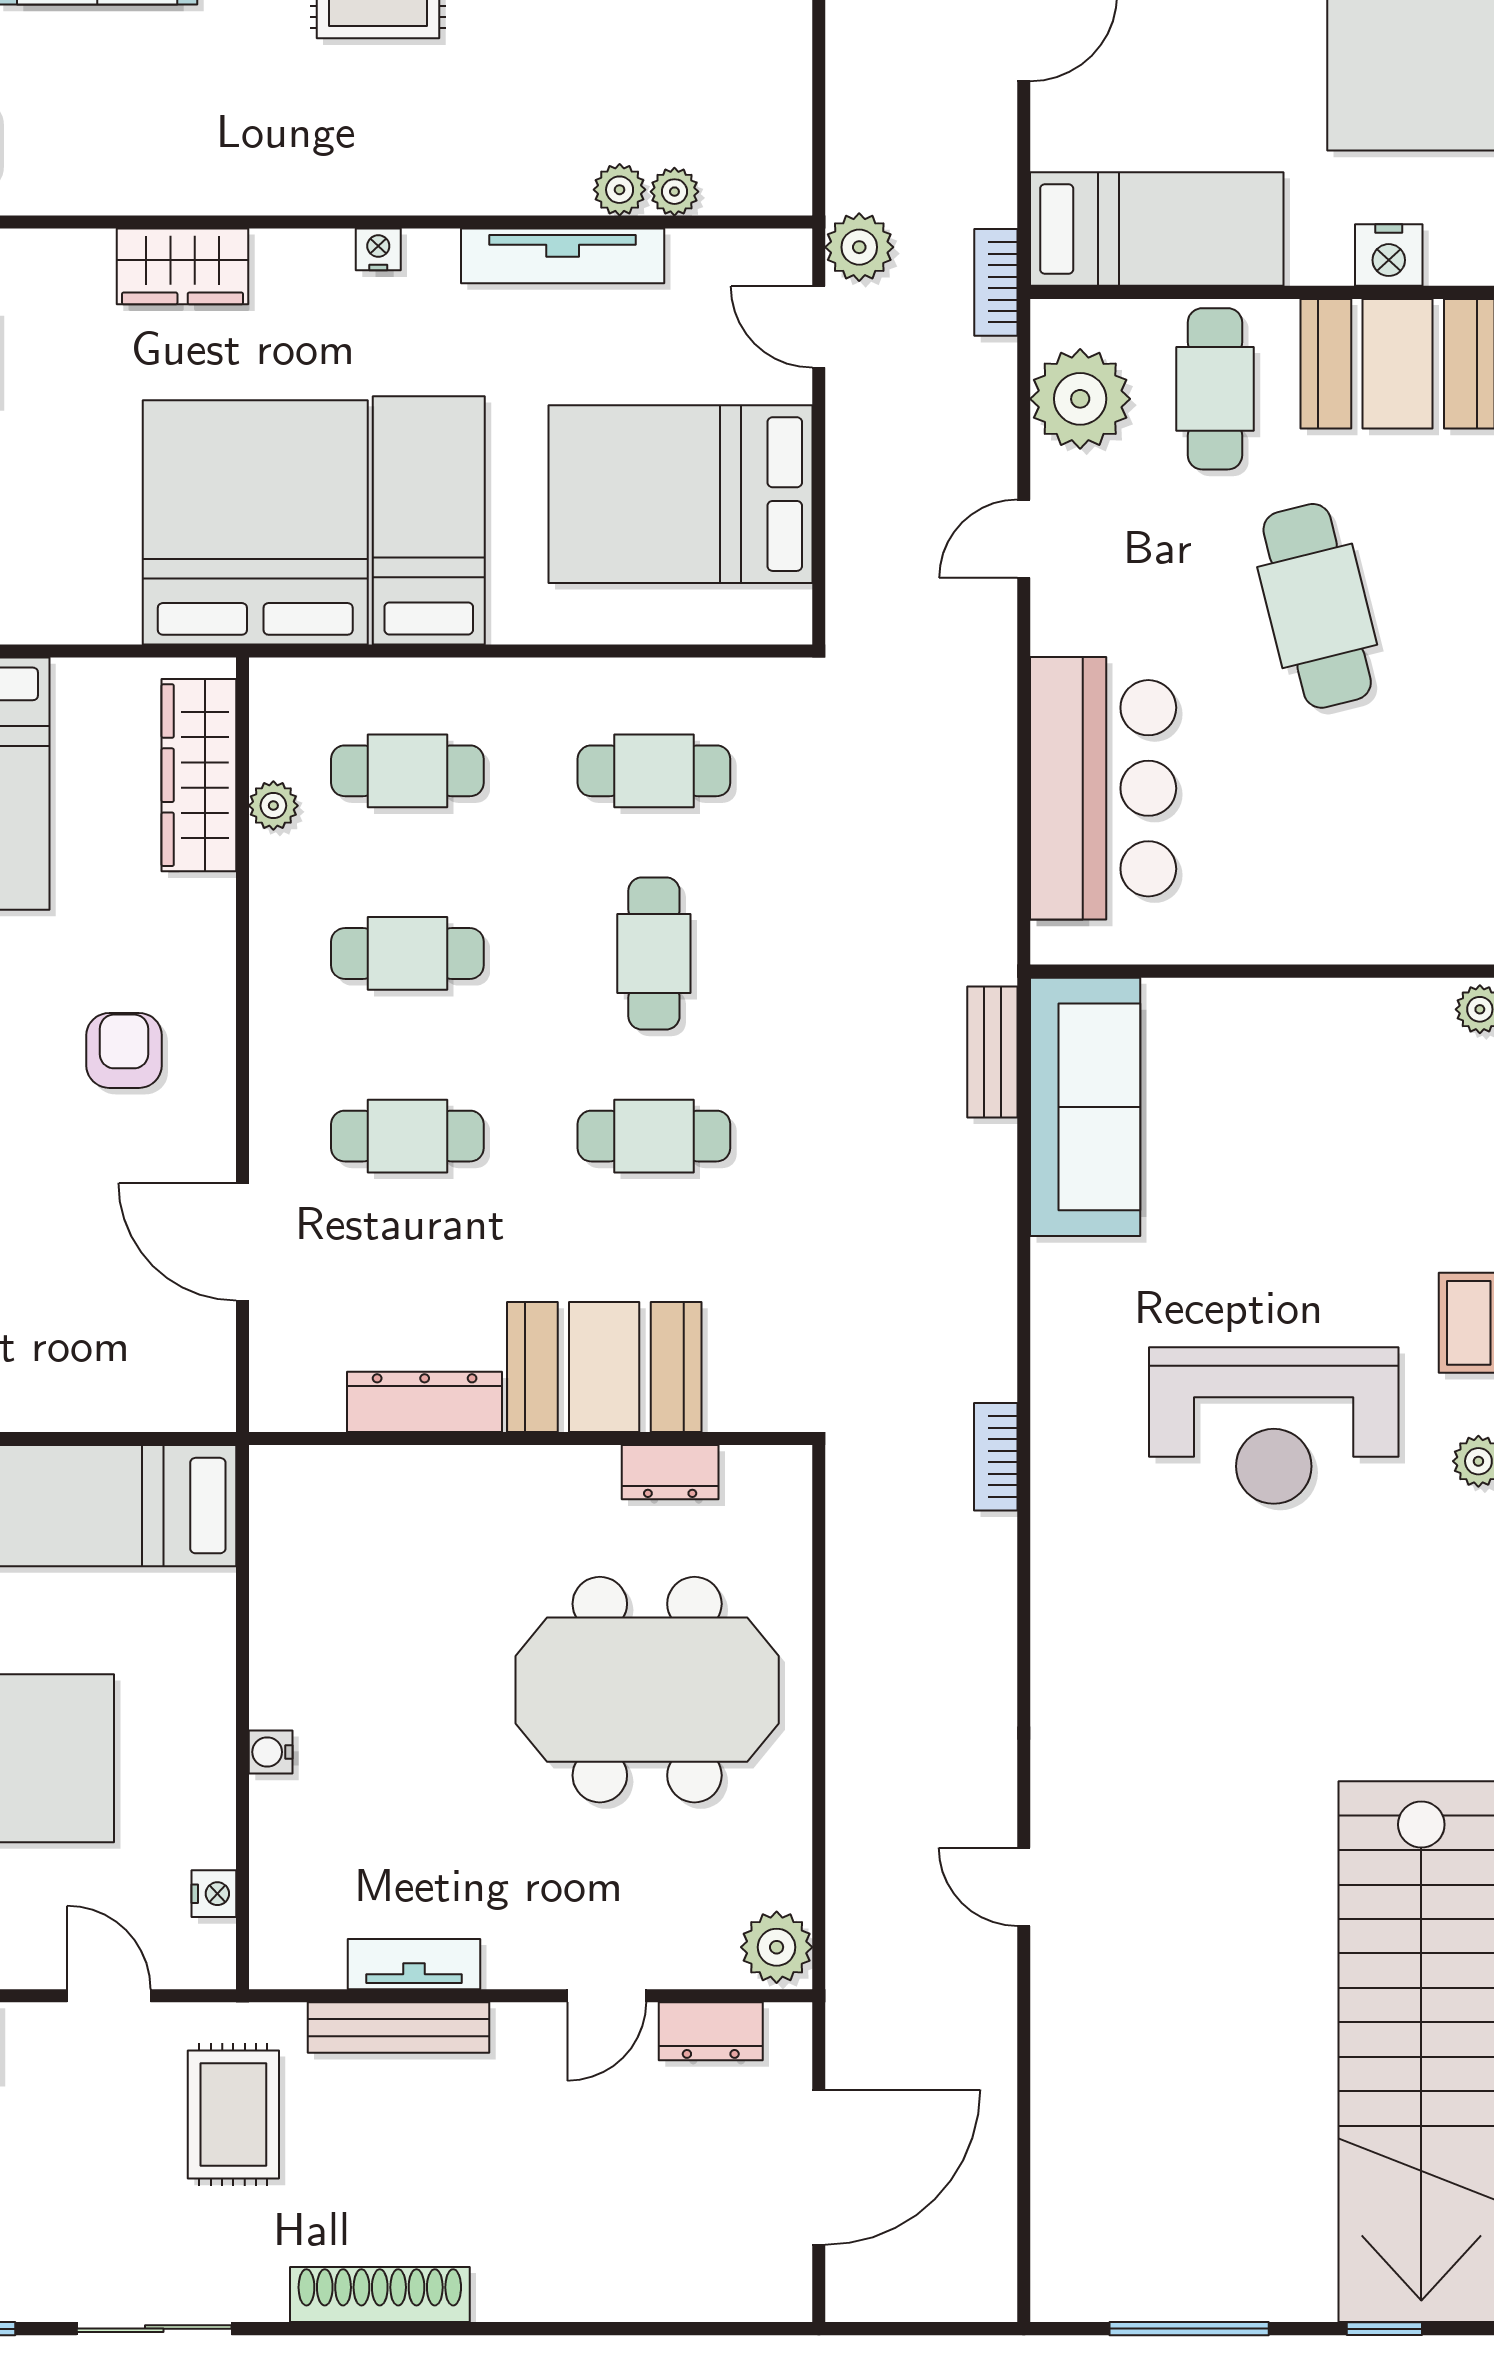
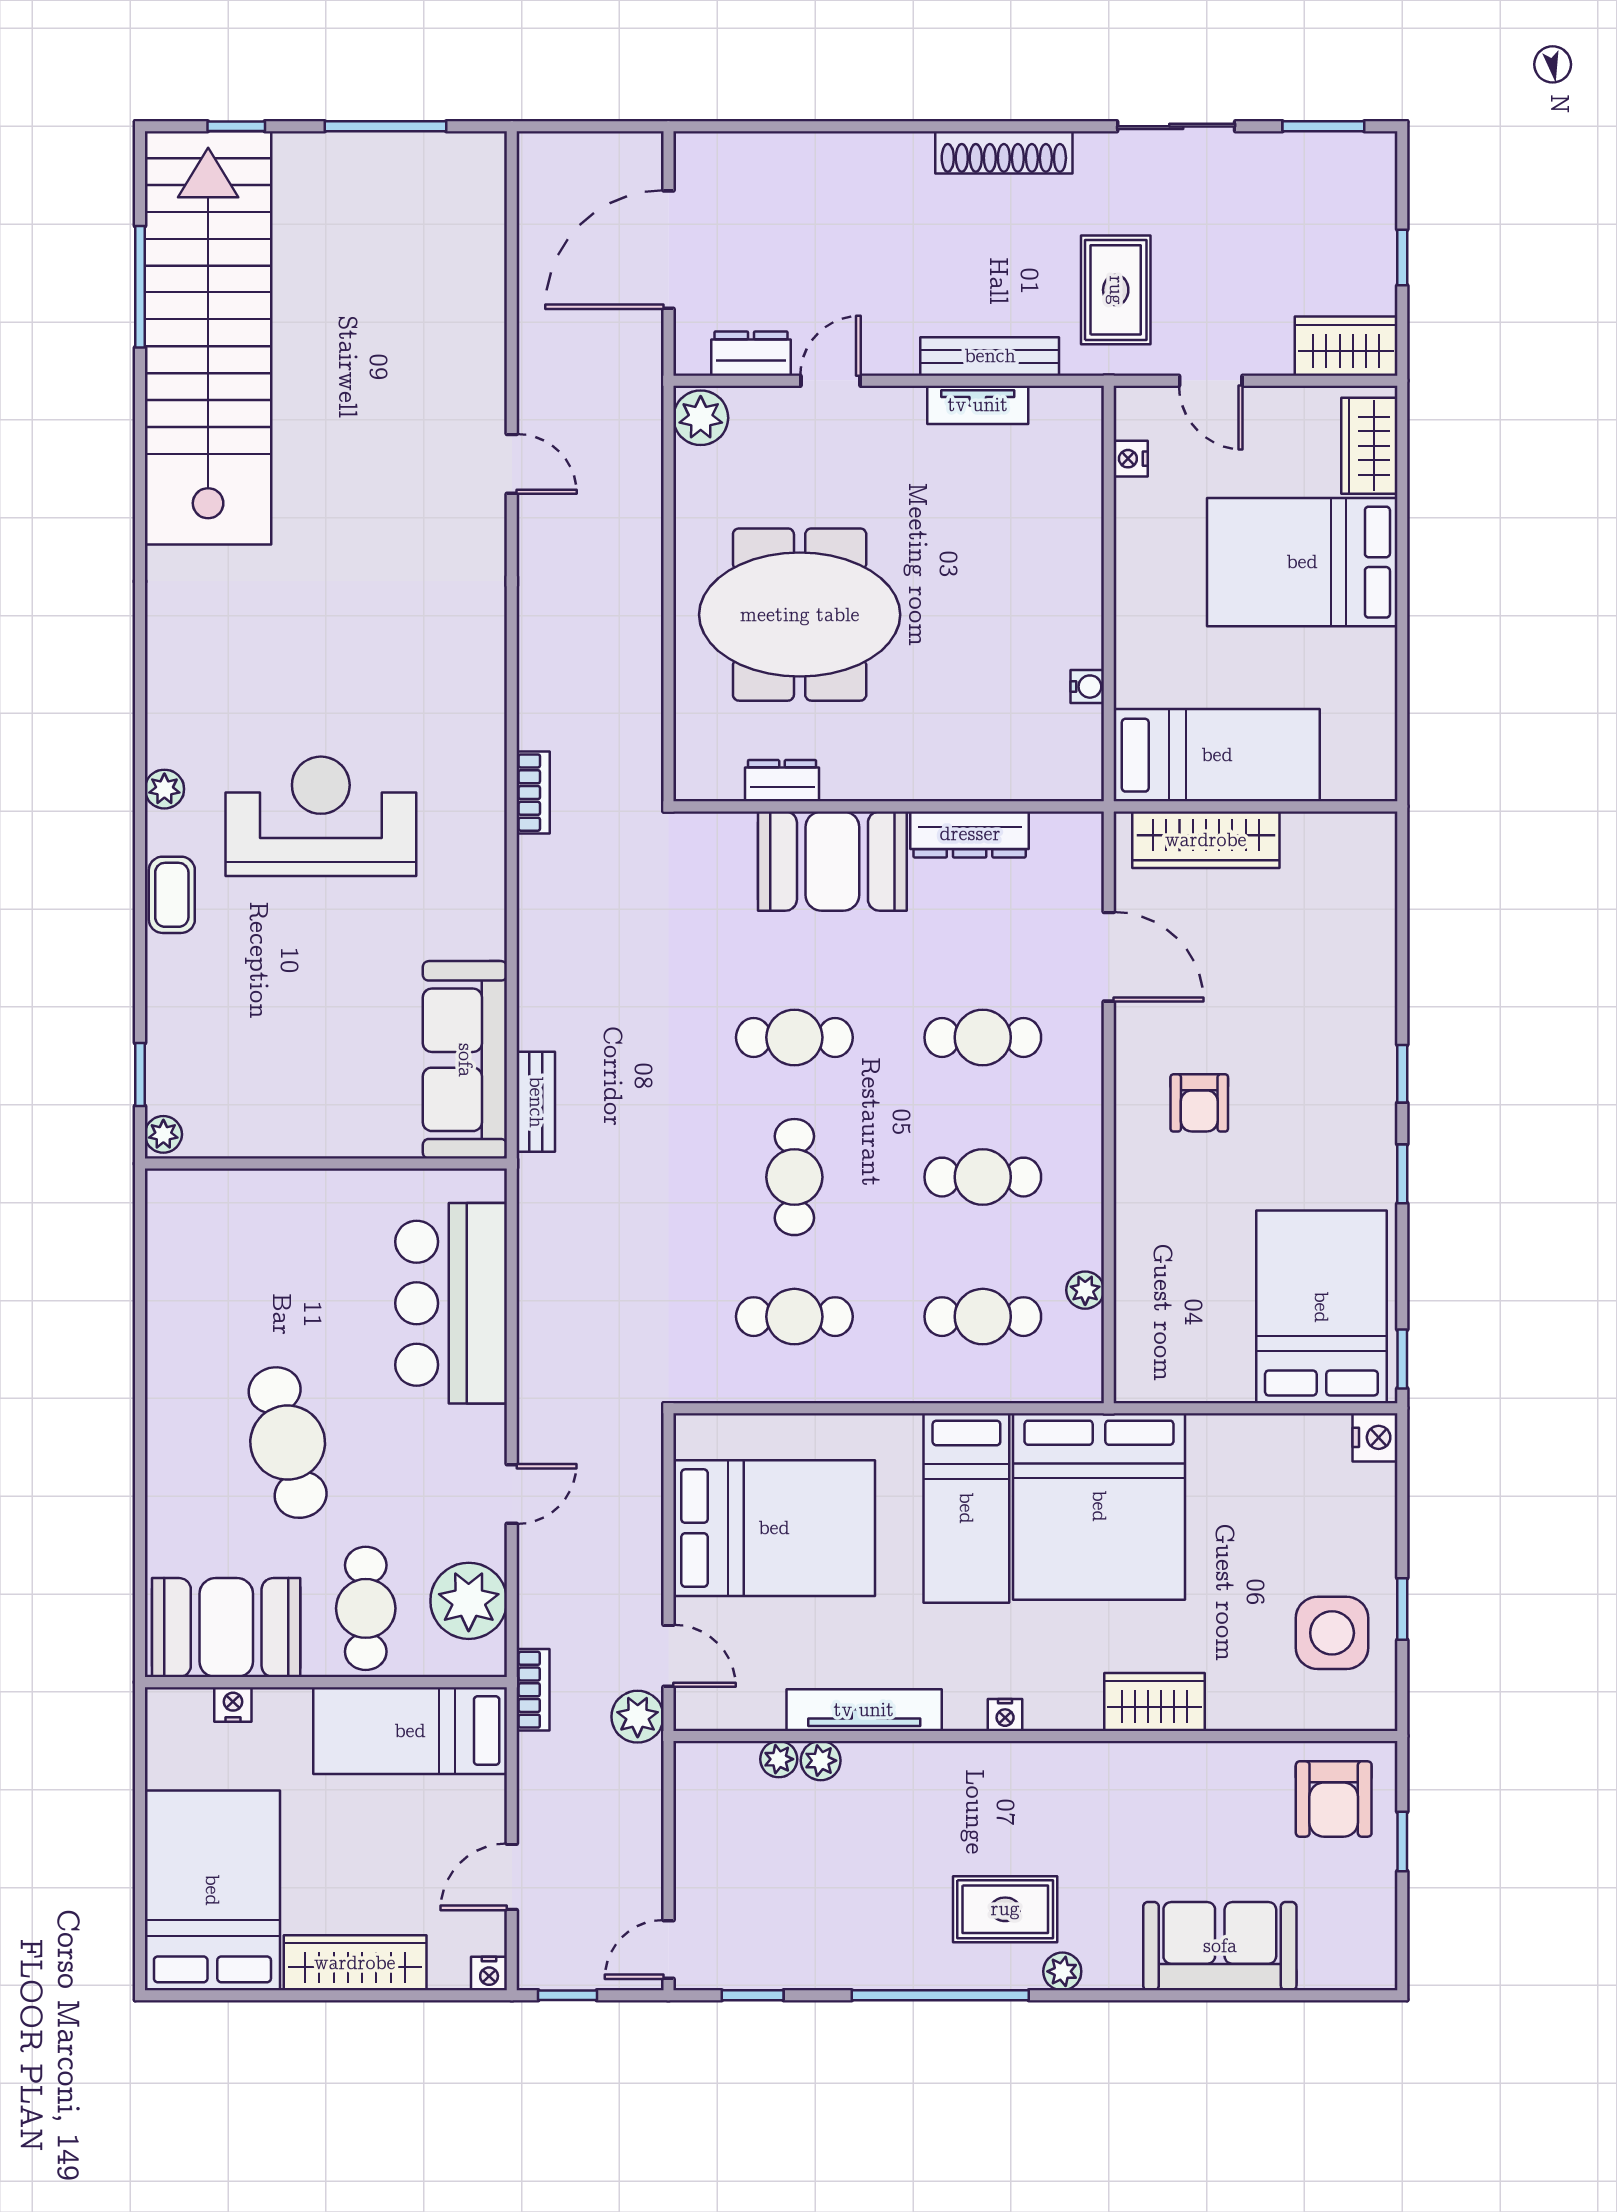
nightstand: (1389, 255) -> (233, 1704), width x0.72, depth x0.74
wardrobe: (199, 775) -> (1206, 840), moved, turned 90
water cooler: (271, 1752) -> (1087, 687), moved

